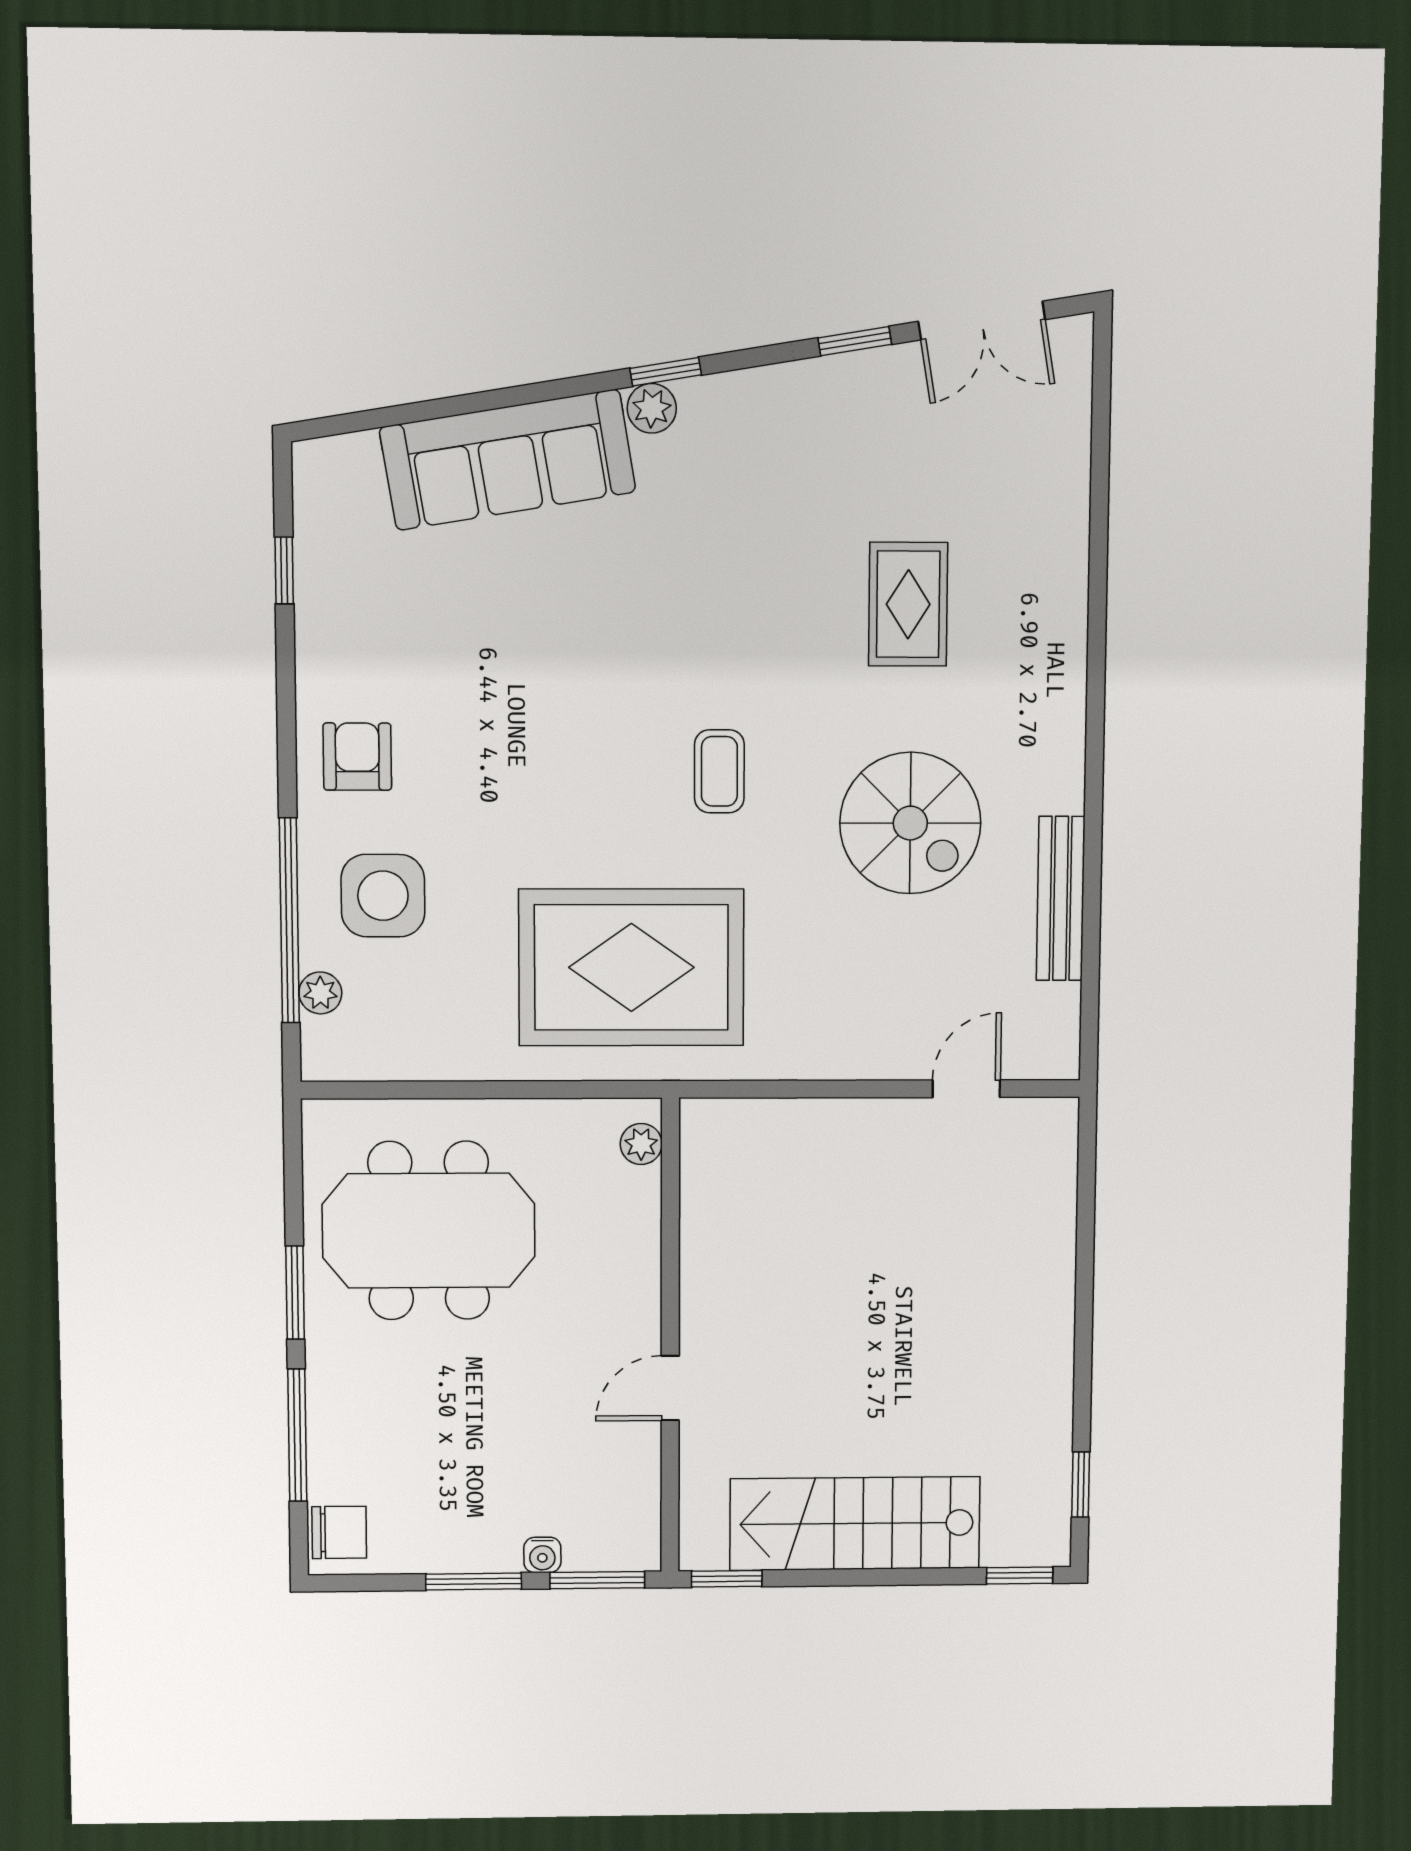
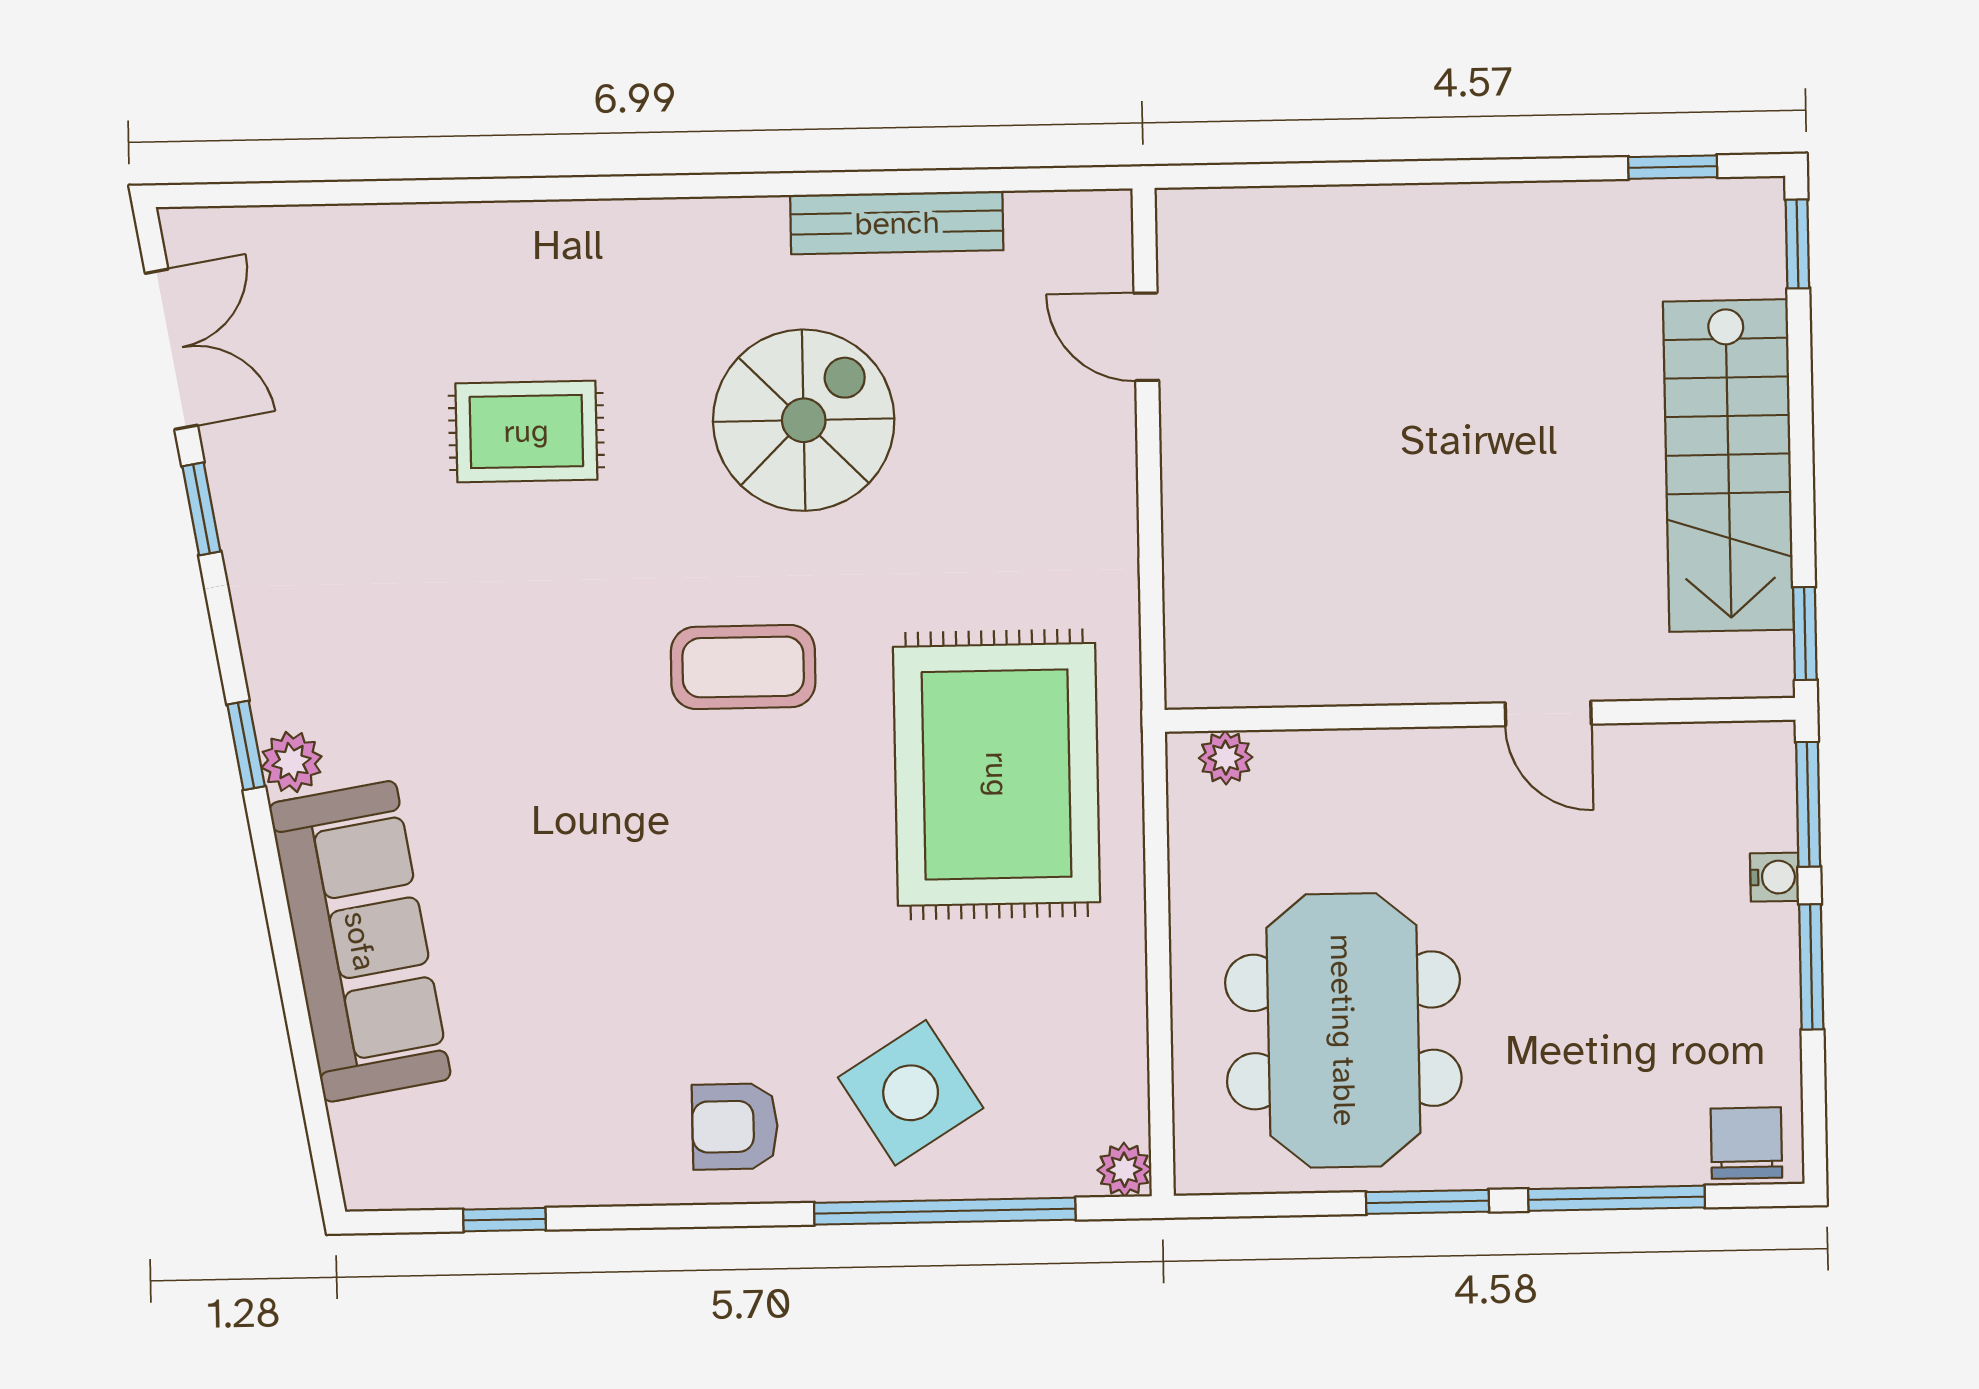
coffee table: (719, 771) -> (743, 667), width x1.36, depth x1.30
side table: (383, 896) -> (911, 1093), turned -32
plant: (320, 993) -> (1124, 1170), moved

